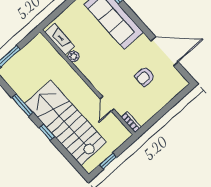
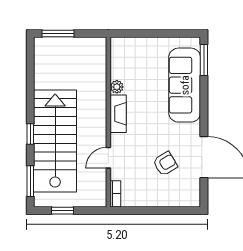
fireplace: (60, 39) -> (118, 114), moved
armchair: (145, 76) -> (165, 164), turned 149
window: (23, 105) -> (30, 181), moved

